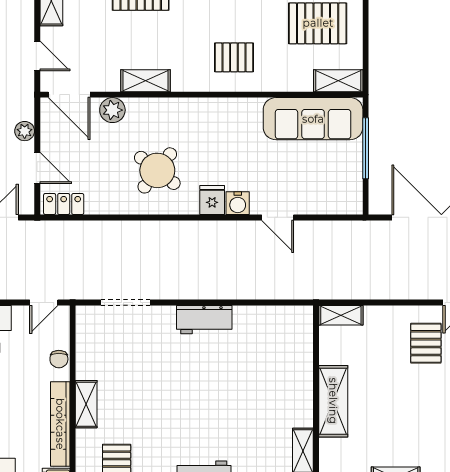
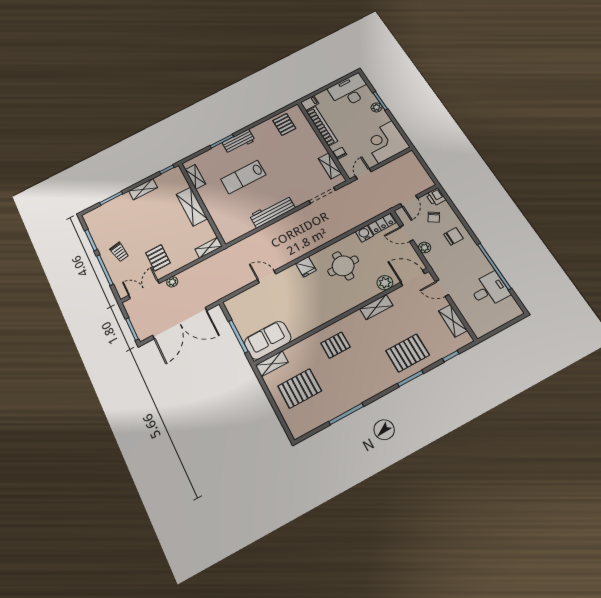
sofa: (313, 119) -> (268, 340), width x0.73
round table: (157, 170) -> (343, 266), turned -38
water cooler: (238, 203) -> (364, 234), moved
plant: (422, 290) -> (172, 282), added
workbench: (204, 320) -> (272, 212), width x1.37
shelving: (86, 404) -> (330, 166), moved
lab bench: (228, 406) -> (243, 177), added

